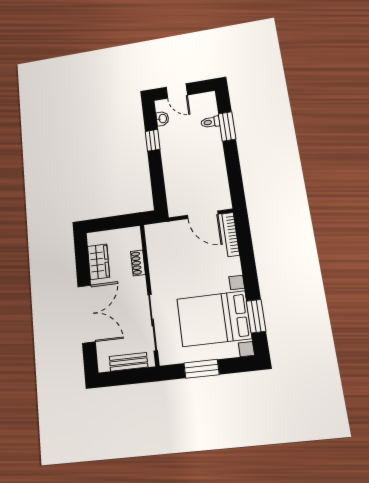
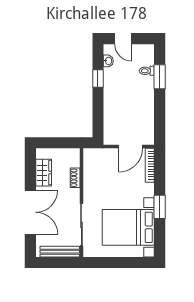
door: (203, 215) -> (130, 147), hinge flipped
window: (256, 316) -> (160, 207), moved
bench: (128, 362) -> (60, 252), width x1.36
window: (201, 369) -> (114, 263), removed

